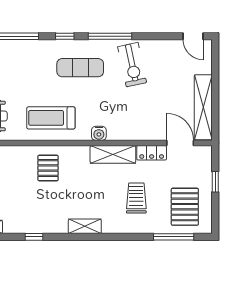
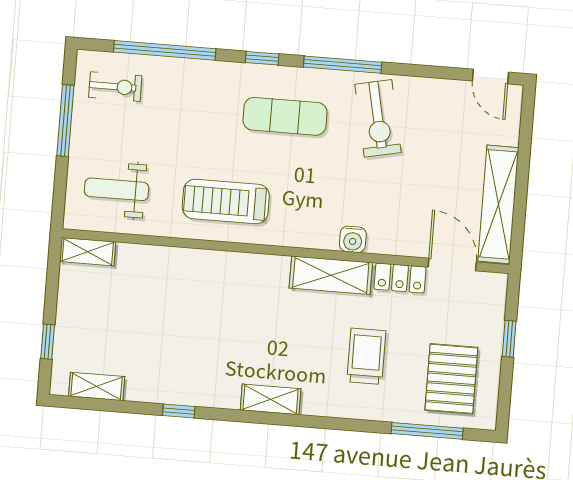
water cooler: (99, 133) -> (353, 239), moved
pallet: (48, 168) -> (213, 290), removed

